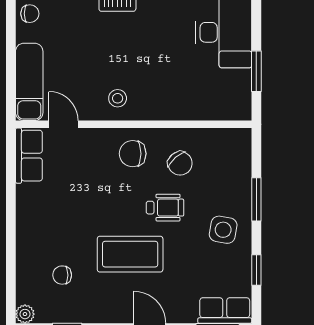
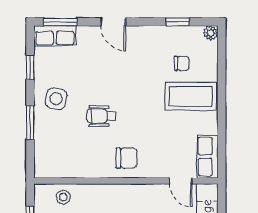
stool: (118, 98) -> (63, 197), moved
chair: (180, 163) -> (90, 151), removed
coffee table: (130, 254) -> (191, 96), moved

